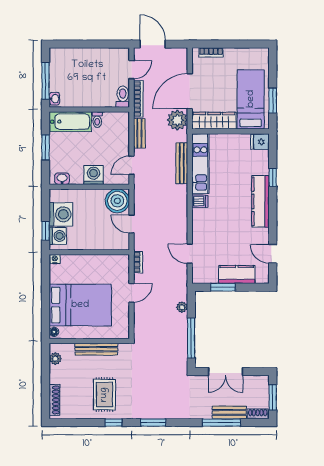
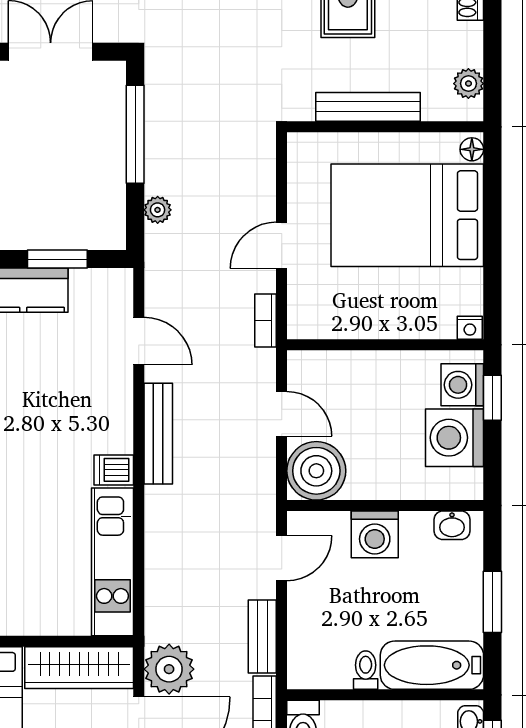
bench: (182, 163) -> (158, 434), moved

